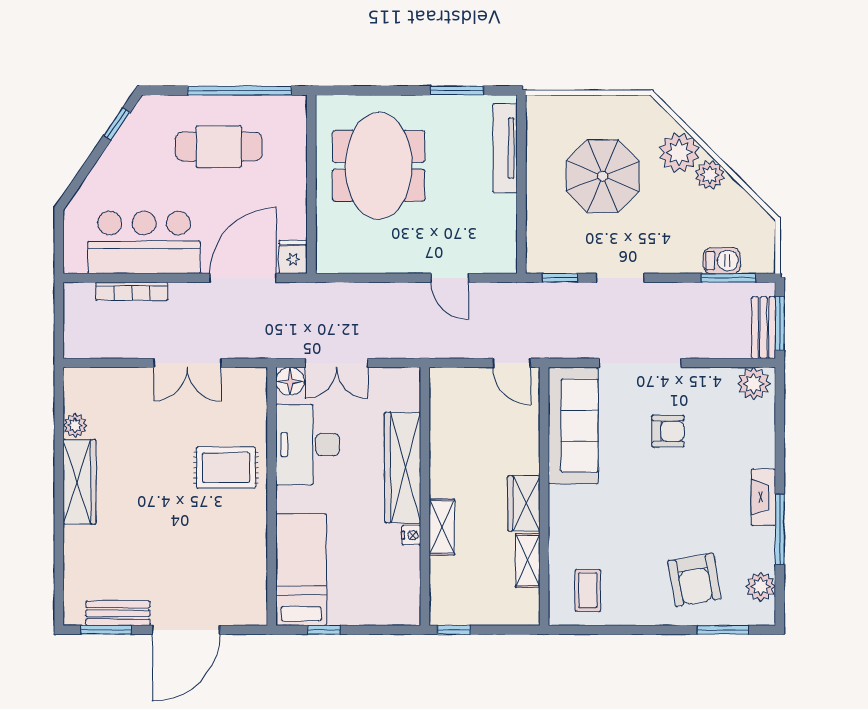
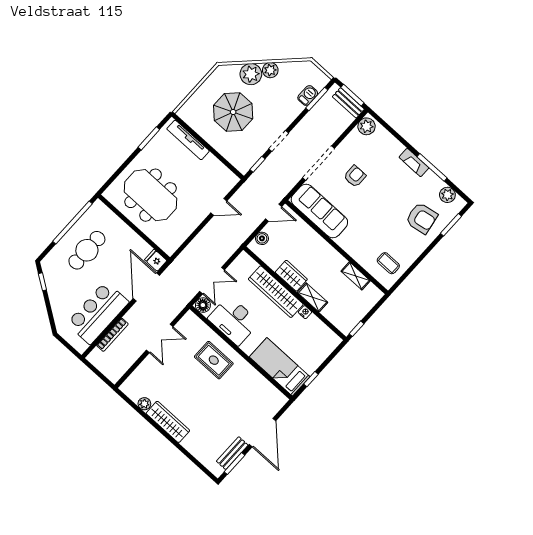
boiler: (461, 379) -> (262, 238), added
rug: (226, 468) -> (214, 360), turned 90
wardrobe: (524, 503) -> (291, 276), moved, turned 180

